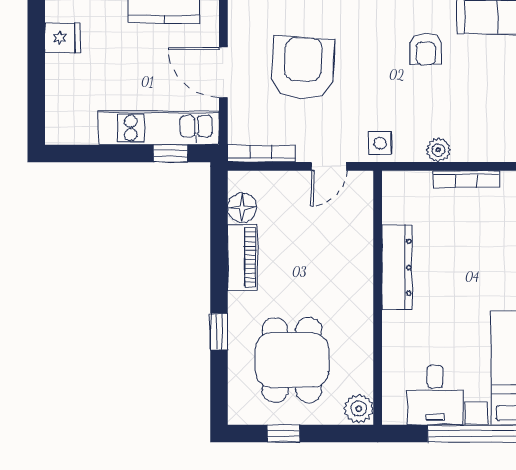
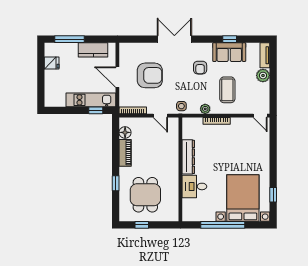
armchair: (303, 68) -> (150, 75), turned 87
coffee table: (493, 103) -> (227, 90), added
door: (329, 166) -> (160, 116), hinge flipped
desk: (435, 395) -> (194, 186), moved, turned 90
plant: (359, 409) -> (173, 215), removed

